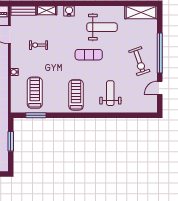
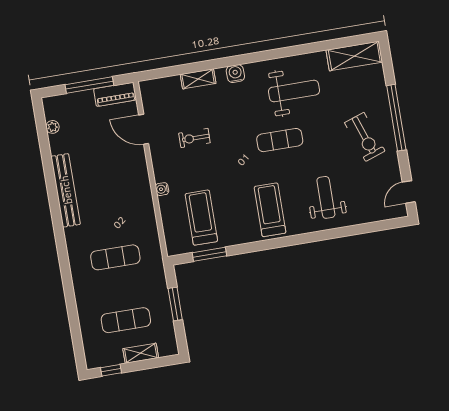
bench: (23, 11) -> (160, 85), removed
door: (160, 88) -> (409, 192), moved

